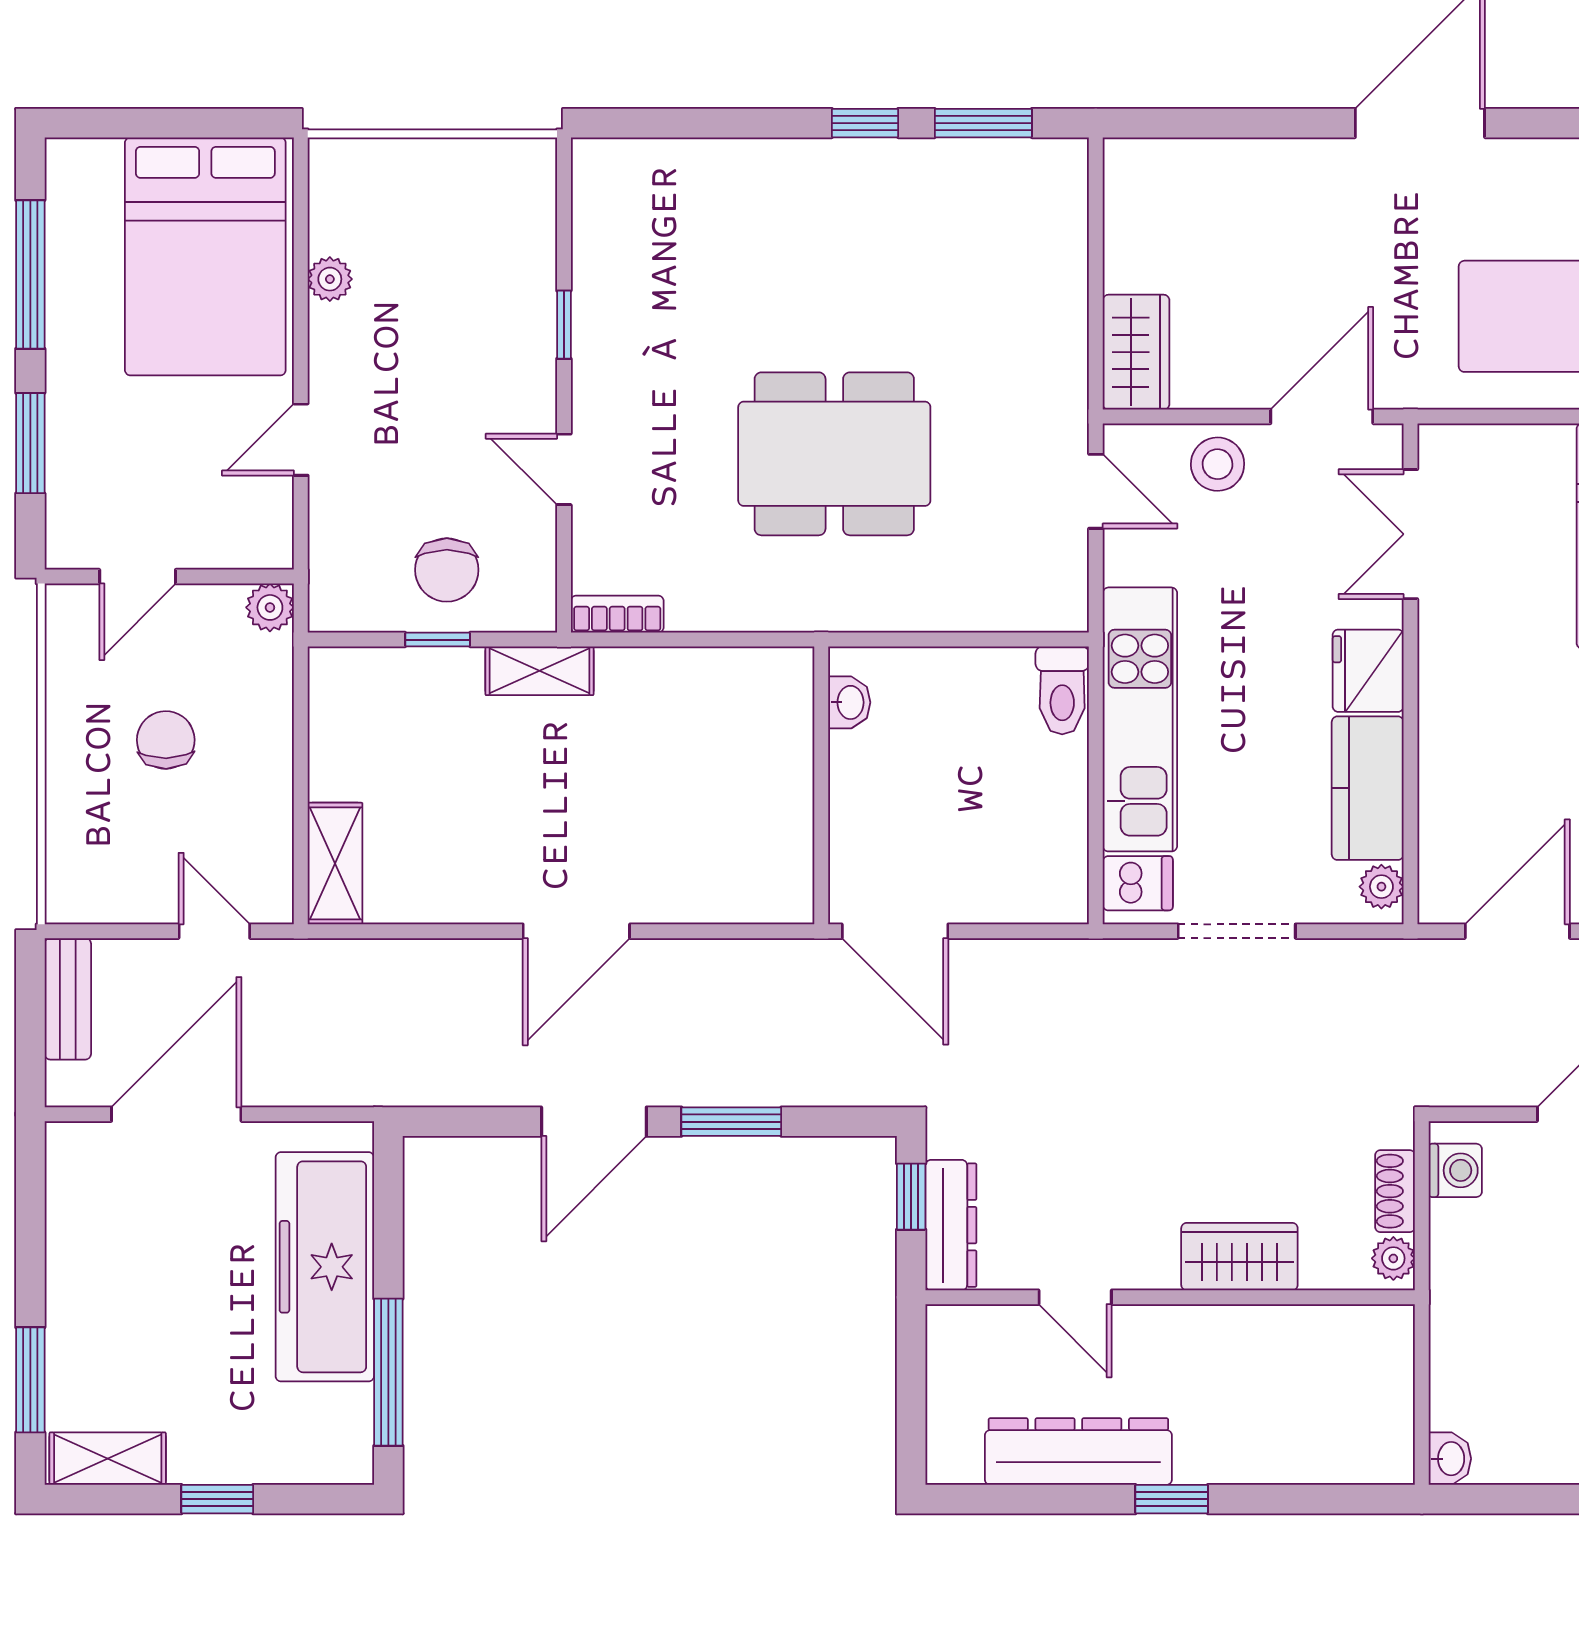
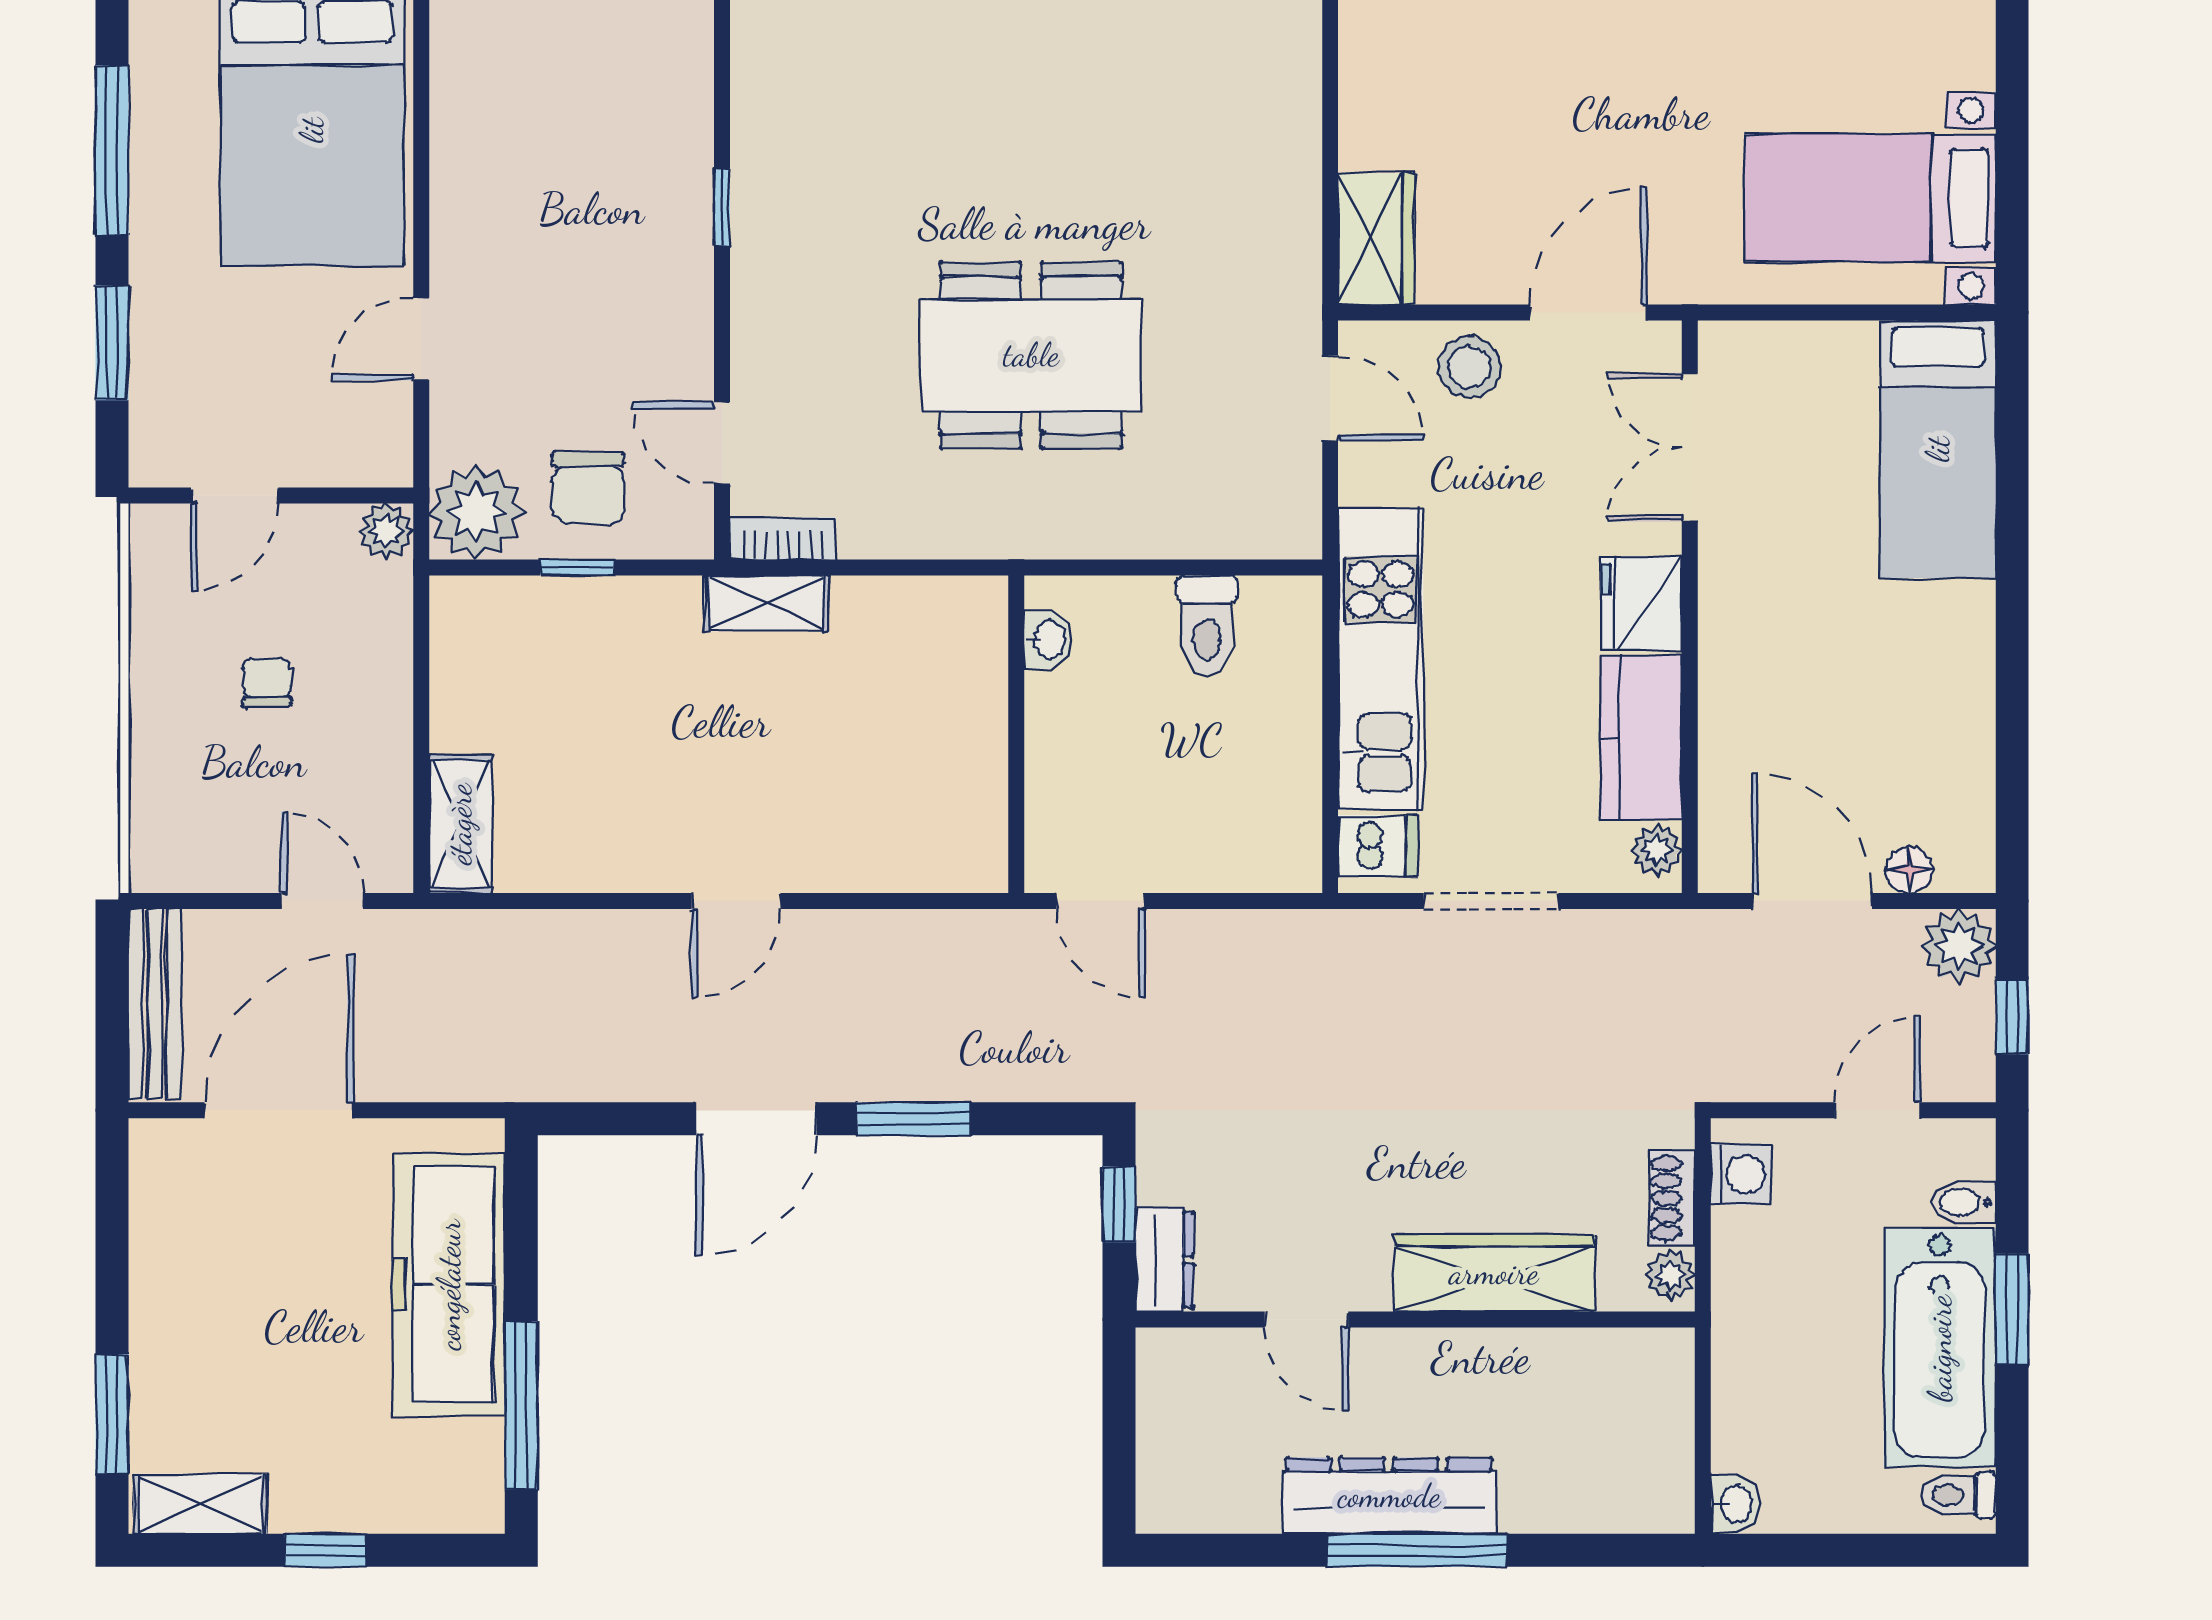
plant: (330, 279) -> (477, 512), moved, width x1.88, depth x1.88
door: (564, 469) -> (722, 443), moved
shelving: (539, 671) -> (767, 603), moved
toilet: (1062, 690) -> (1207, 626), moved
chair: (166, 740) -> (267, 682), width x0.73, depth x0.73
door: (576, 931) -> (736, 901), width x0.73
door: (895, 931) -> (1101, 901), width x0.73
door: (1517, 931) -> (1812, 901), hinge flipped
bench: (68, 999) -> (155, 1004), width x1.36
dresser: (951, 1225) -> (1164, 1260), width x0.70
wardrobe: (1239, 1257) -> (1494, 1273), width x1.50
dresser: (1078, 1451) -> (1389, 1496), moved
window: (1172, 1499) -> (1417, 1550), width x2.17

